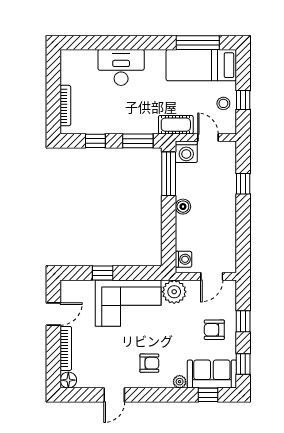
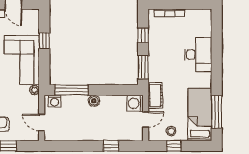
window: (169, 174) -> (72, 90), moved
plant: (174, 292) -> (34, 90), width x0.53, depth x0.53

